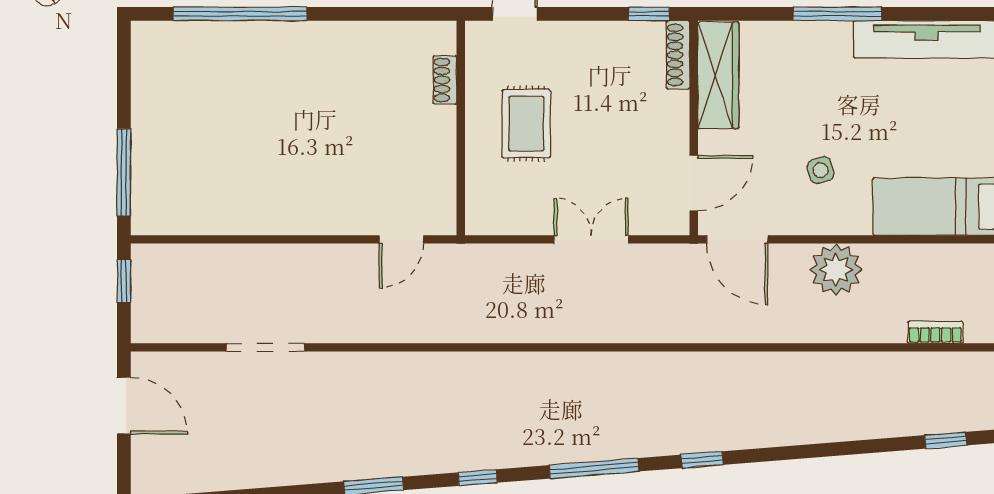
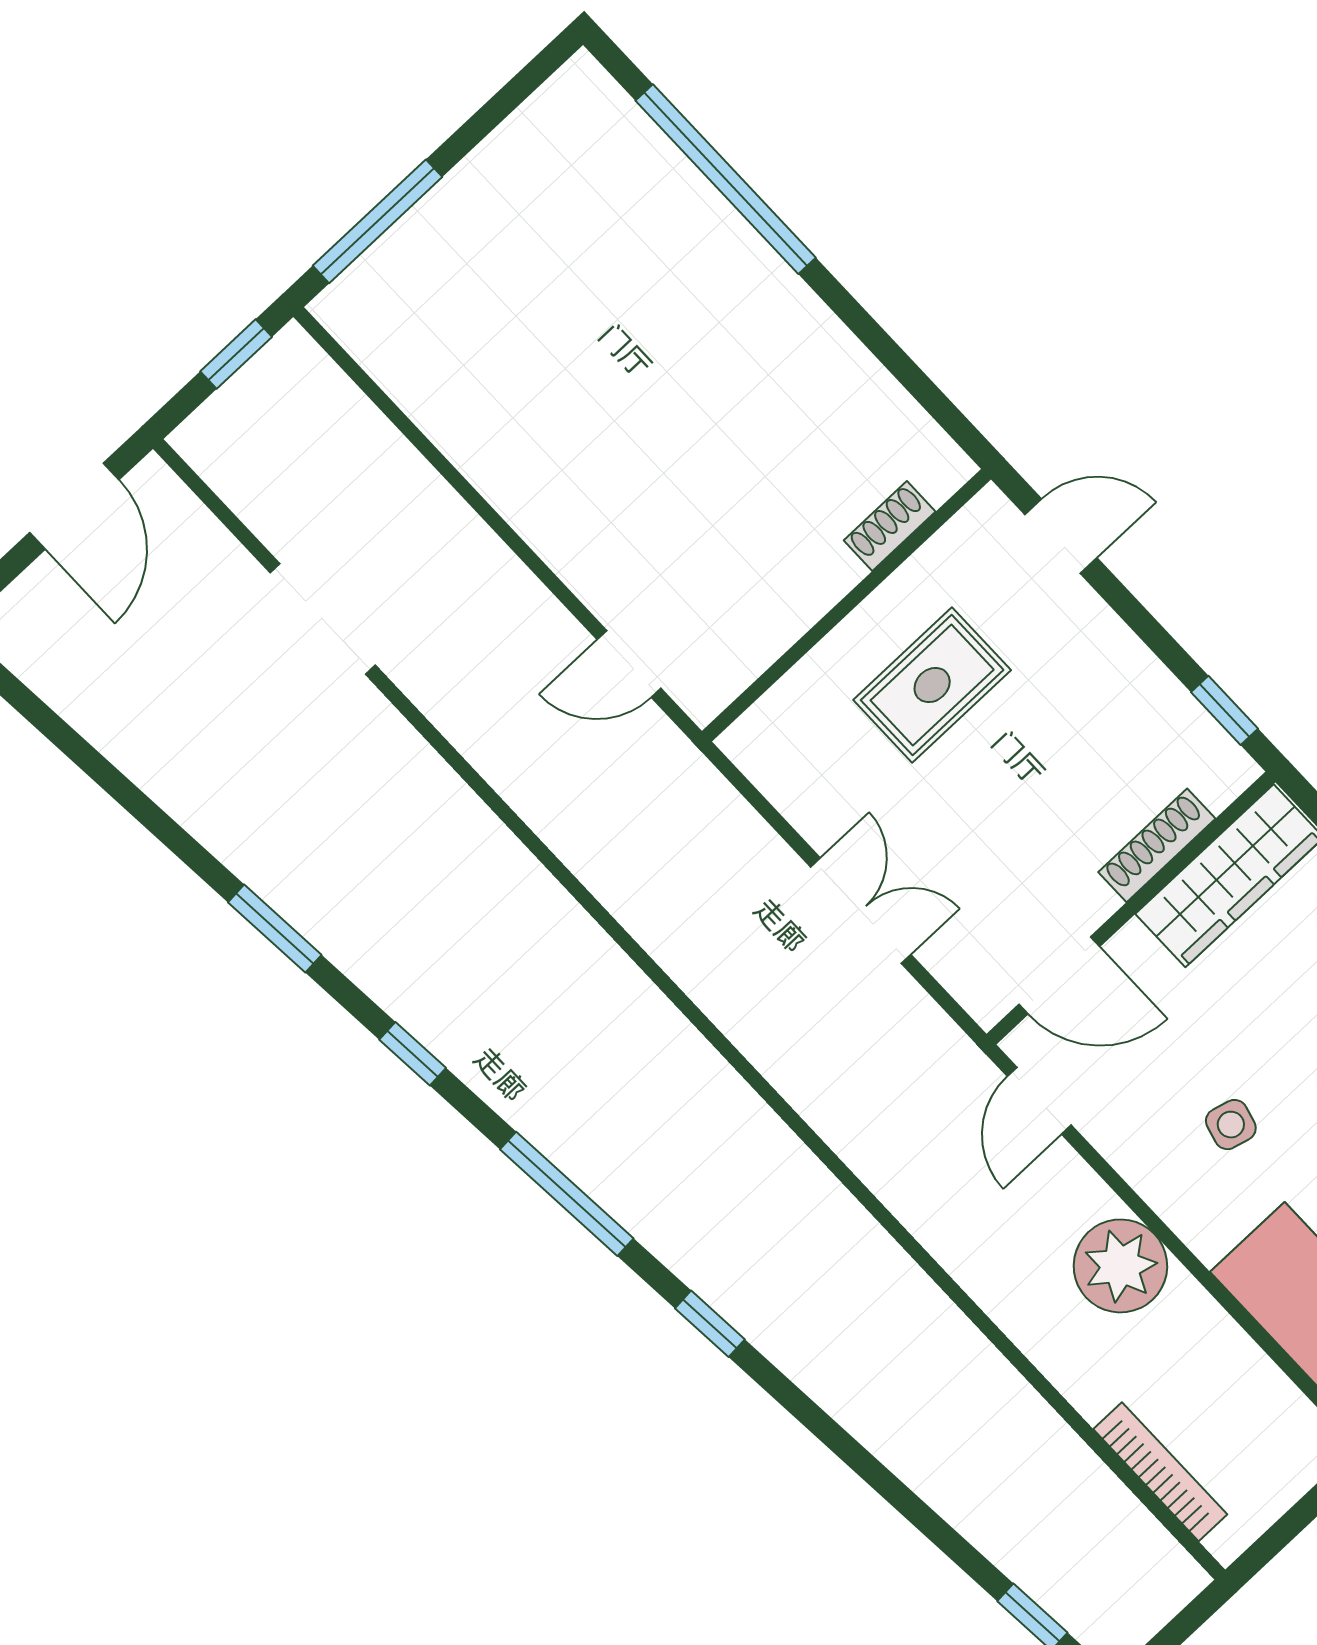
shoe rack: (678, 55) -> (1157, 845), moved
side table: (821, 170) -> (1231, 1125), turned 31
door: (737, 239) -> (1039, 1101), width x0.73
bookcase: (935, 332) -> (1160, 1472), width x1.56

